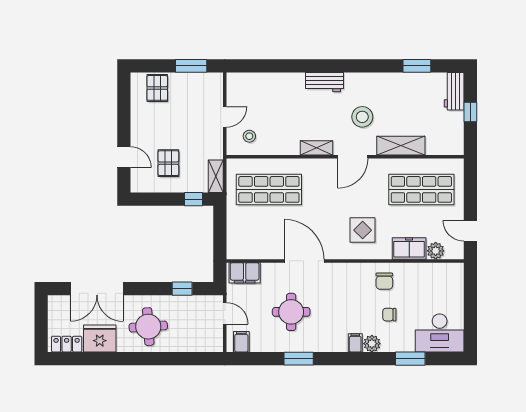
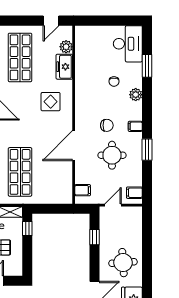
filing cabinet: (245, 273) -> (83, 190), width x0.50
chair: (384, 281) -> (107, 125), moved
filing cabinet: (355, 343) -> (135, 126), moved

